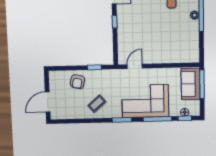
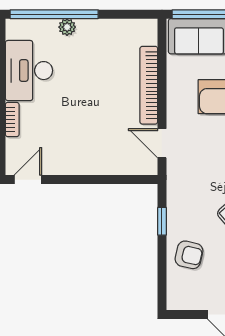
window: (115, 22) -> (75, 180), removed
bookcase: (165, 59) -> (149, 85), added

